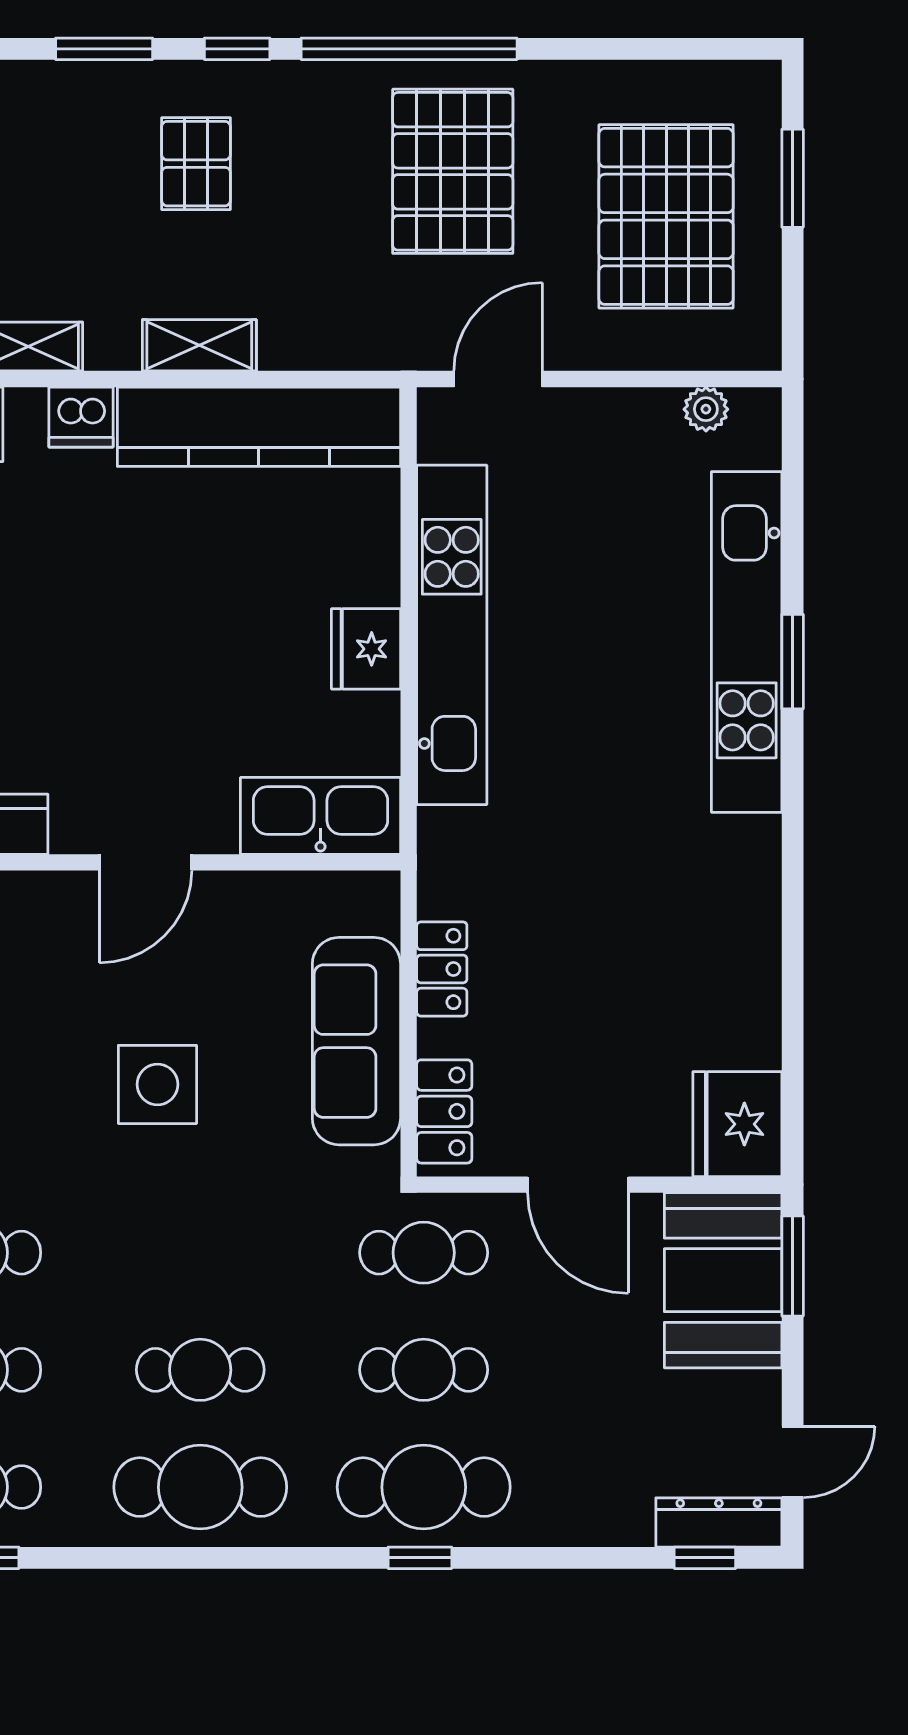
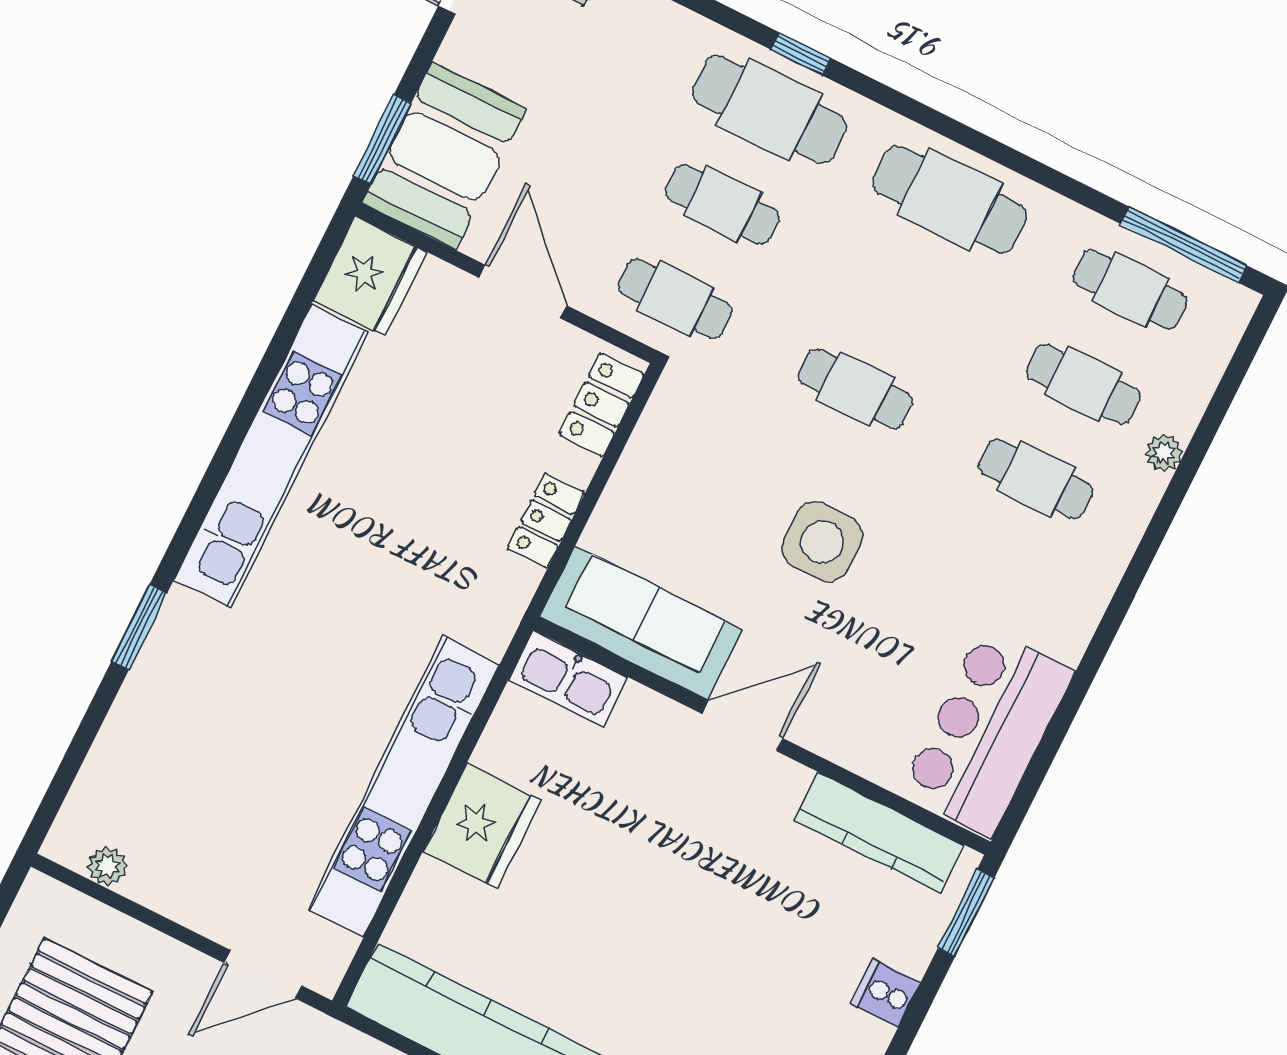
kitchen unit: (747, 642) -> (271, 456), moved
fridge: (366, 649) -> (482, 826), width x1.36, depth x1.34
kitchen sink: (321, 816) -> (568, 678), width x0.73, depth x0.81
sofa: (356, 1041) -> (641, 623), moved, turned -90
cafe table: (200, 1370) -> (855, 389), moved

